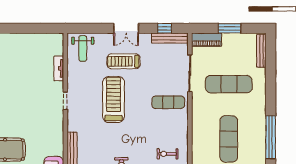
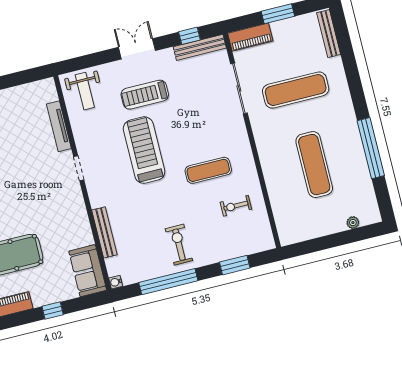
double door: (126, 28) -> (137, 49), swing flipped
tv unit: (59, 68) -> (59, 126), width x1.41
exercise mat: (168, 102) -> (208, 170), moved

